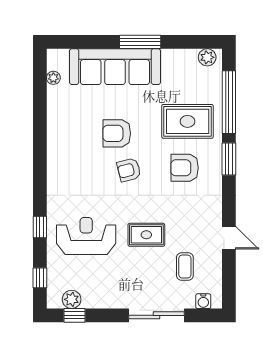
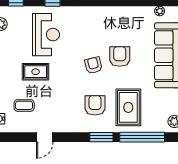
rug: (146, 235) -> (36, 72), moved, turned 90

